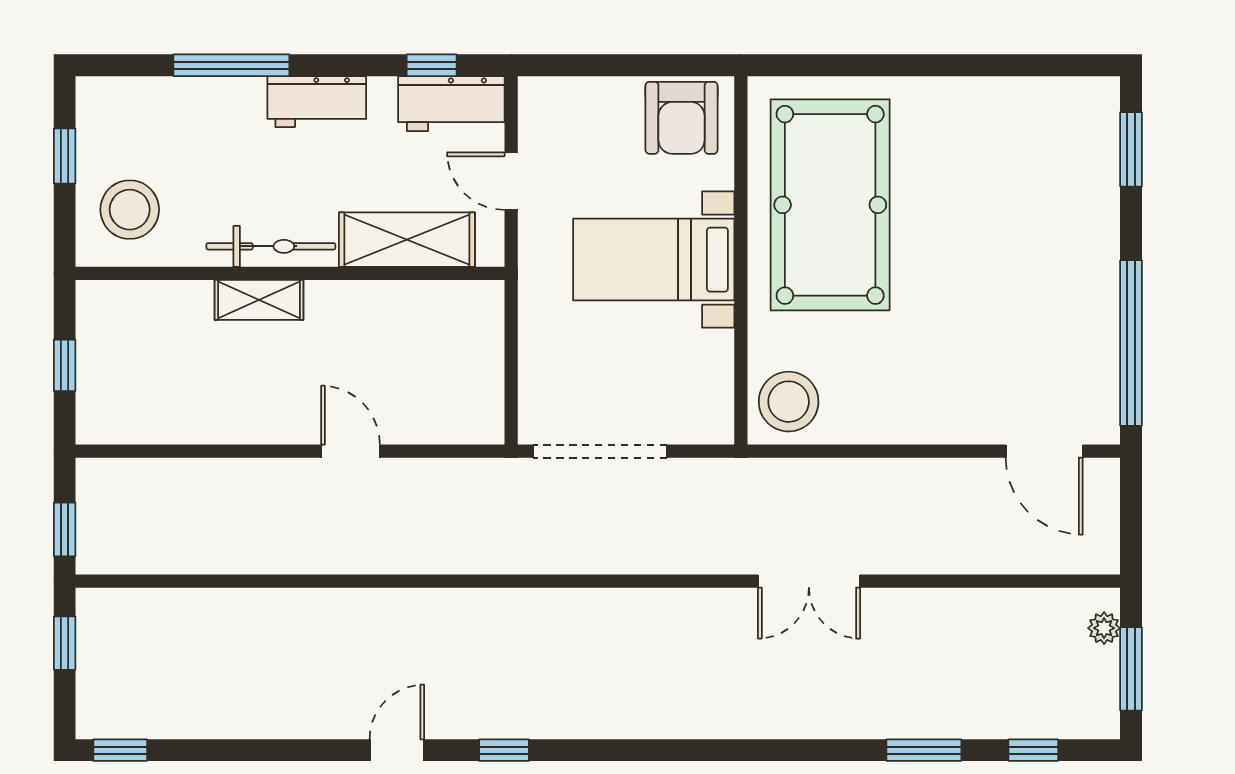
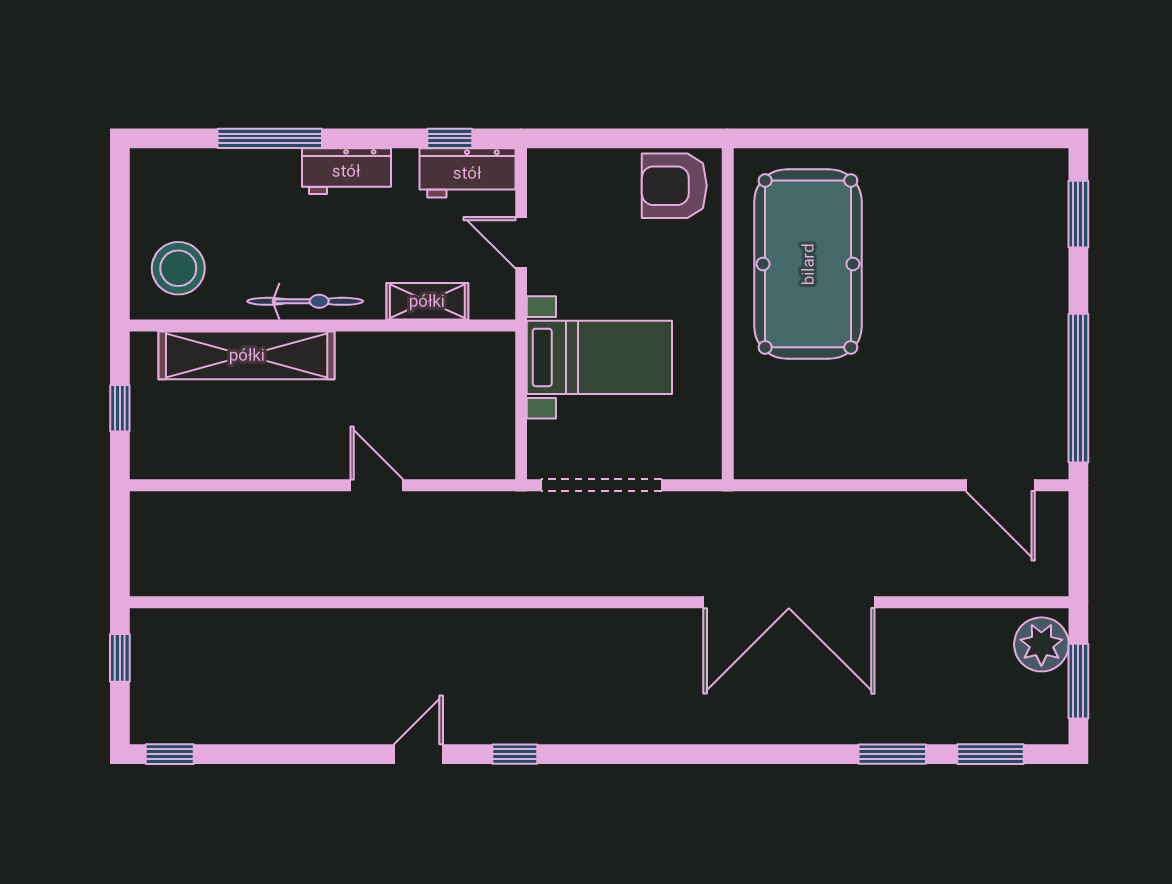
armchair: (682, 118) -> (674, 186), turned 90
window: (65, 156) -> (120, 220), removed
shelving: (407, 240) -> (427, 301), width x0.67, depth x0.75
bed with nightstands: (654, 260) -> (599, 357), moved, turned 180
shelving: (259, 300) -> (247, 355), width x2.20, depth x1.33
stool: (789, 402) -> (771, 441), removed
window: (65, 529) -> (120, 556), removed
double door: (809, 581) -> (789, 602), width x1.87
plant: (1104, 628) -> (1041, 644), width x1.88, depth x1.88
window: (1033, 750) -> (991, 754), width x1.50

